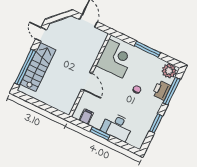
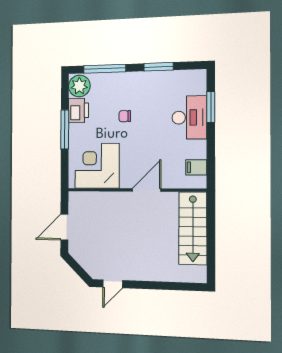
window: (25, 67) -> (168, 286), removed
stairs: (38, 67) -> (193, 228), moved, turned -90
printer: (162, 90) -> (78, 110), moved, turned -90
window: (100, 133) -> (211, 107), moved

